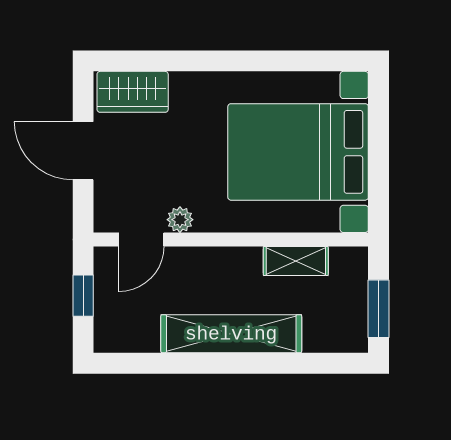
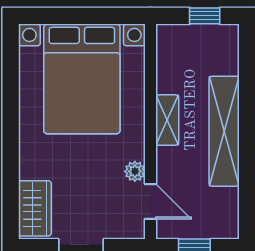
shelving: (296, 261) -> (167, 120), moved
window: (379, 309) -> (205, 16), width x0.67

